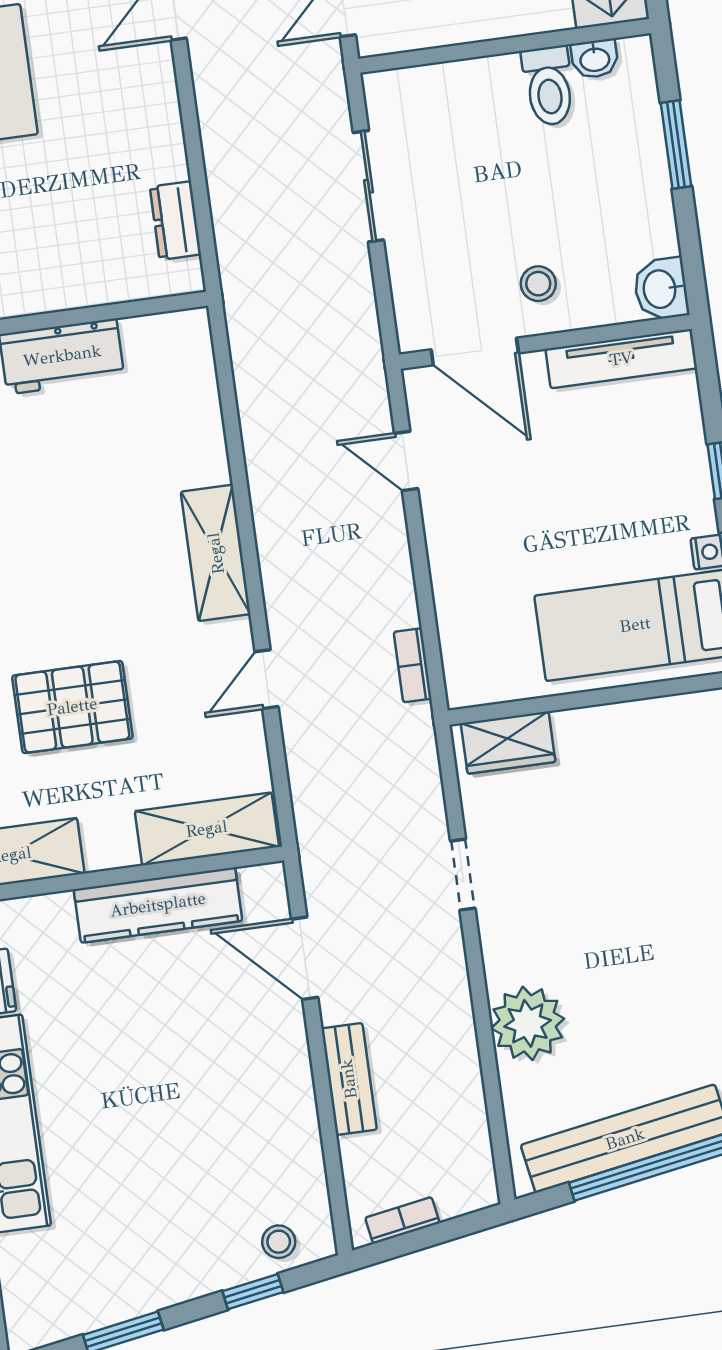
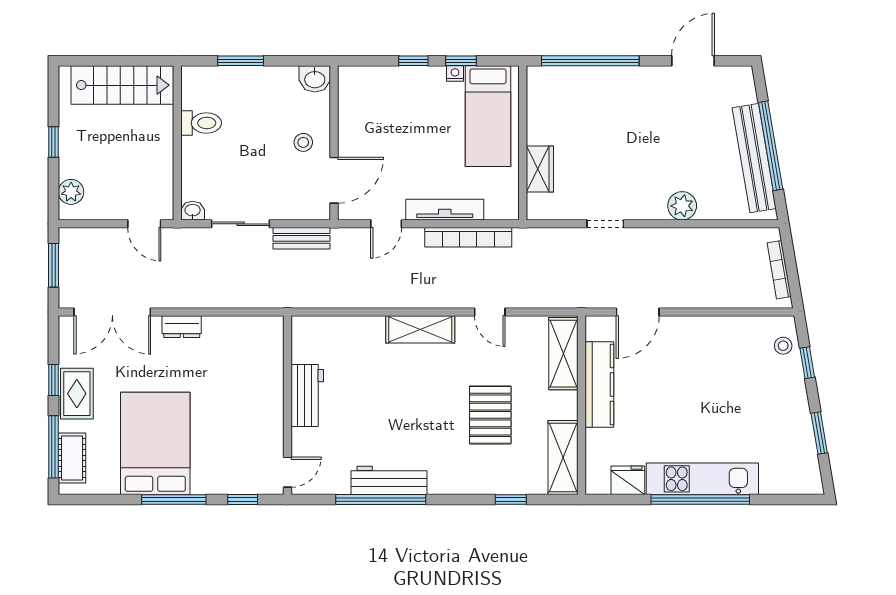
washbasin: (595, 59) -> (193, 211), moved, turned -90
dresser: (175, 221) -> (182, 327), moved
tv unit: (621, 359) -> (445, 210), moved, turned -90
bookcase: (413, 665) -> (468, 237), width x2.31, depth x1.31
wardrobe: (508, 743) -> (540, 169), moved
plant: (528, 1023) -> (682, 206), width x0.73, depth x0.73
bench: (349, 1079) -> (301, 238), moved
bookcase: (402, 1220) -> (779, 270), width x1.56

